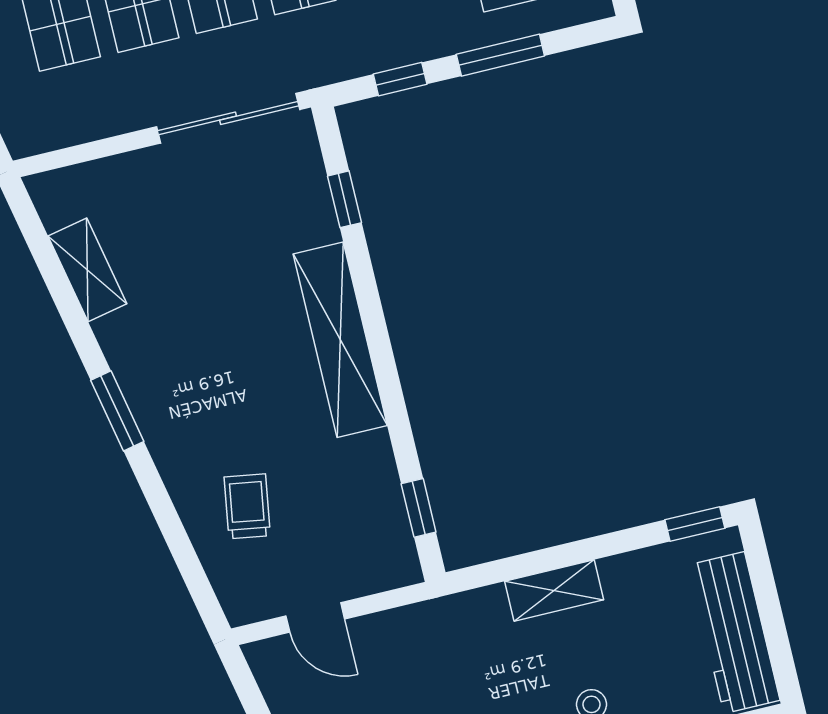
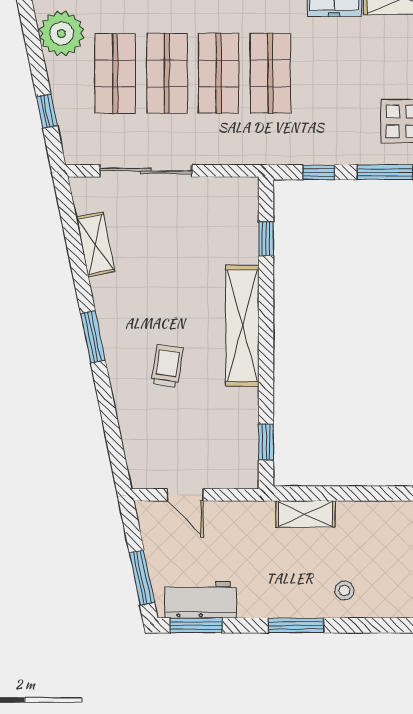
sliding door: (228, 118) -> (146, 171), moved
trolley: (247, 506) -> (167, 366), moved
shelving: (554, 591) -> (305, 514), moved

